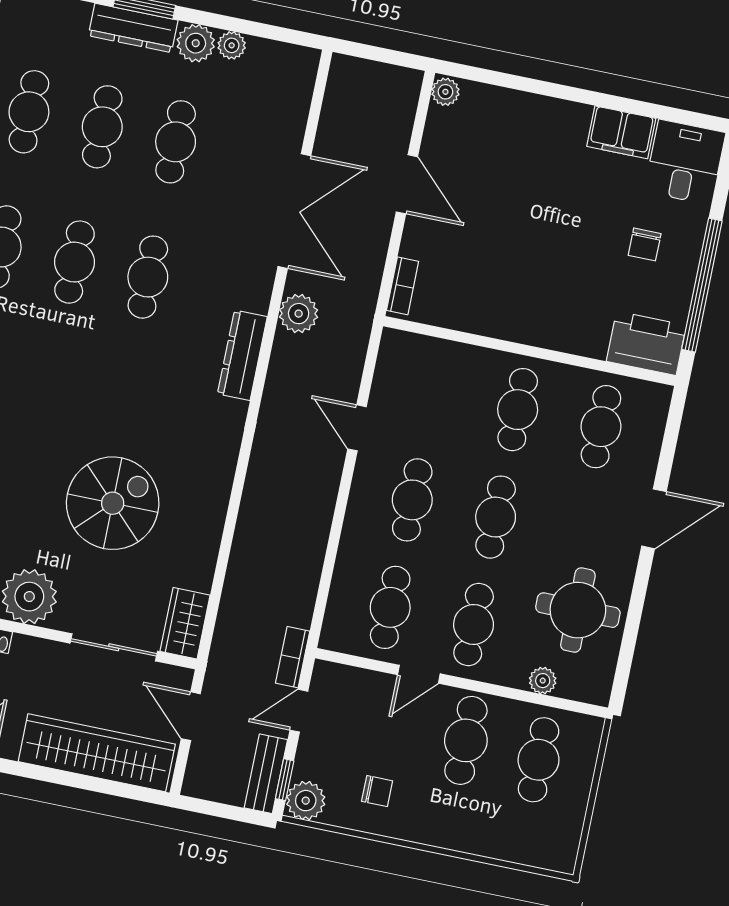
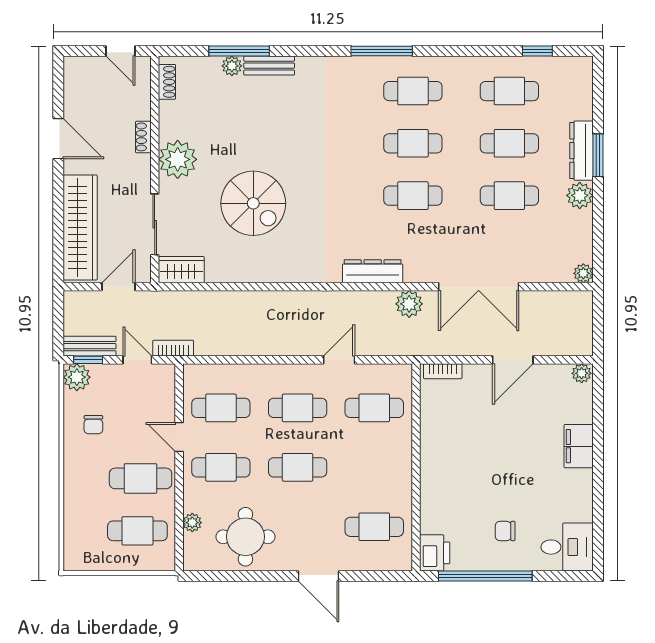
plant: (232, 45) -> (583, 273), moved
filing cabinet: (621, 132) -> (579, 446), moved
printer: (646, 343) -> (435, 553), width x0.73, depth x0.84
cafe table: (518, 410) -> (374, 408), moved

